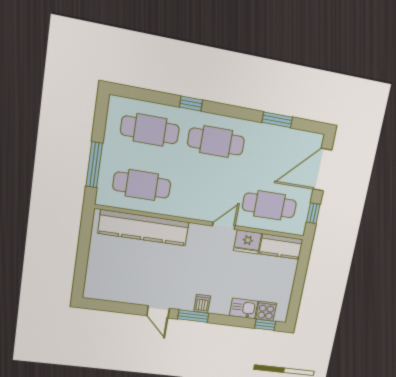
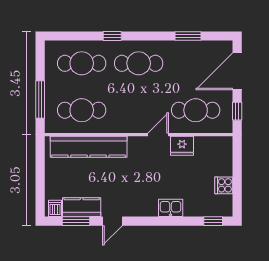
kitchen counter: (281, 247) -> (82, 207), moved, turned 180
dishwasher: (202, 304) -> (55, 208), moved
kitchen sink: (244, 308) -> (171, 208), moved
cooker: (266, 311) -> (224, 185), moved, turned -90
door: (158, 312) -> (112, 221), hinge flipped
window: (193, 316) -> (76, 221), moved

